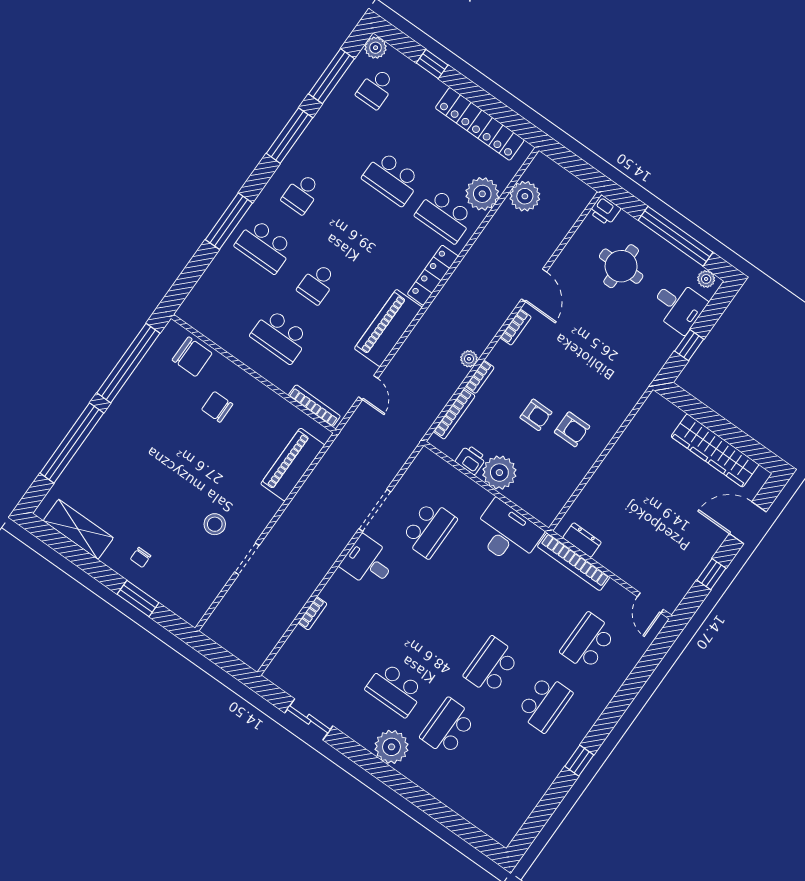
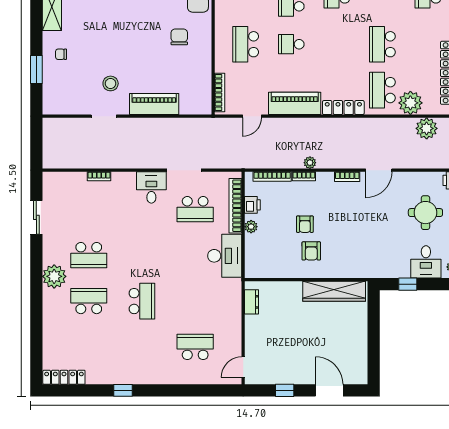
wardrobe: (715, 451) -> (334, 291), moved, turned -90
piano: (293, 464) -> (154, 104), moved
plant: (499, 473) -> (251, 227), width x0.53, depth x0.53
bookcase: (574, 562) -> (235, 206), moved
school desk: (492, 666) -> (142, 301), turned 90
school desk: (395, 690) -> (89, 255), turned -90
school desk: (545, 703) -> (142, 347), removed
locker: (516, 818) -> (64, 377), added

